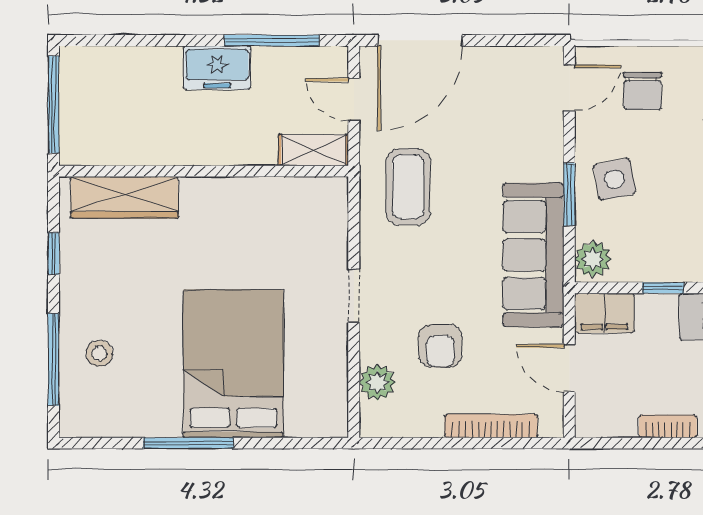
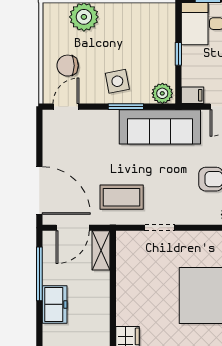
door: (569, 88) -> (66, 107), hinge flipped
chair: (642, 91) -> (68, 66), turned 180
door: (354, 100) -> (73, 228), width x1.38
doorway: (354, 296) -> (160, 228), moved
filing cabinet: (604, 313) -> (192, 95), width x0.50

